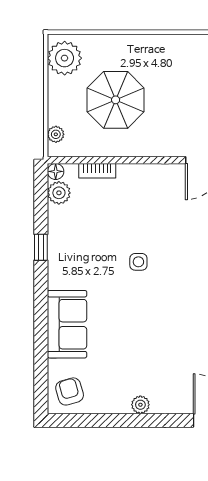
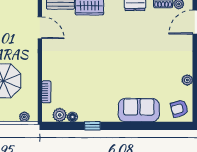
floor lamp: (56, 171) -> (72, 117), moved
side table: (138, 262) -> (101, 67), removed
plant: (140, 405) -> (187, 80), moved

